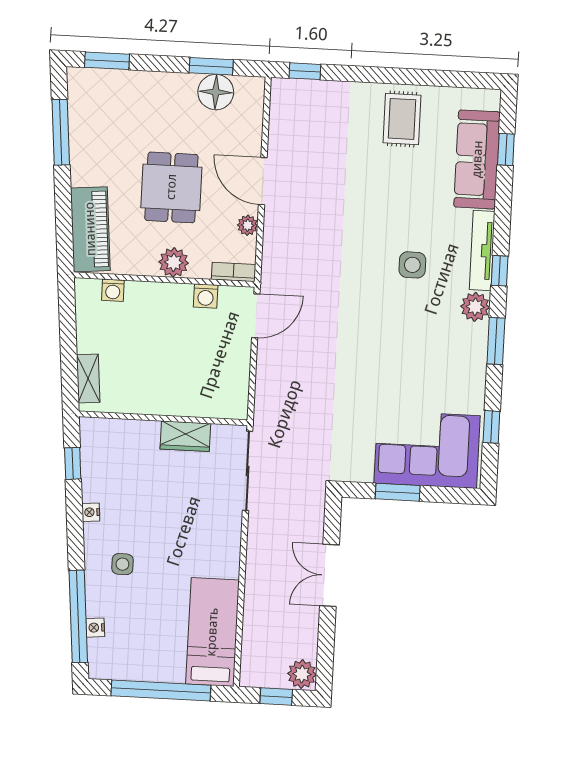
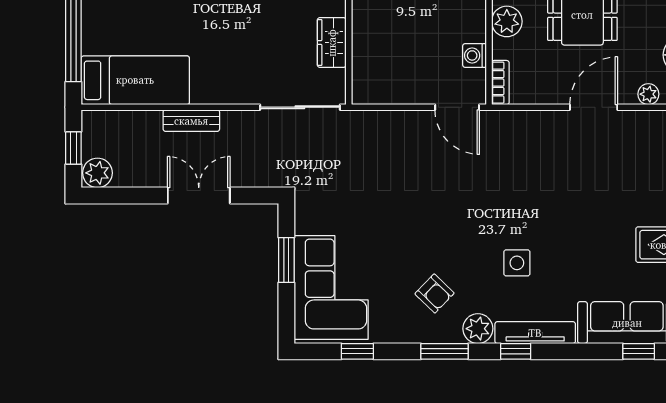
plant: (248, 225) -> (648, 94), moved
armchair: (438, 348) -> (435, 293), added
bench: (255, 579) -> (191, 121), added

